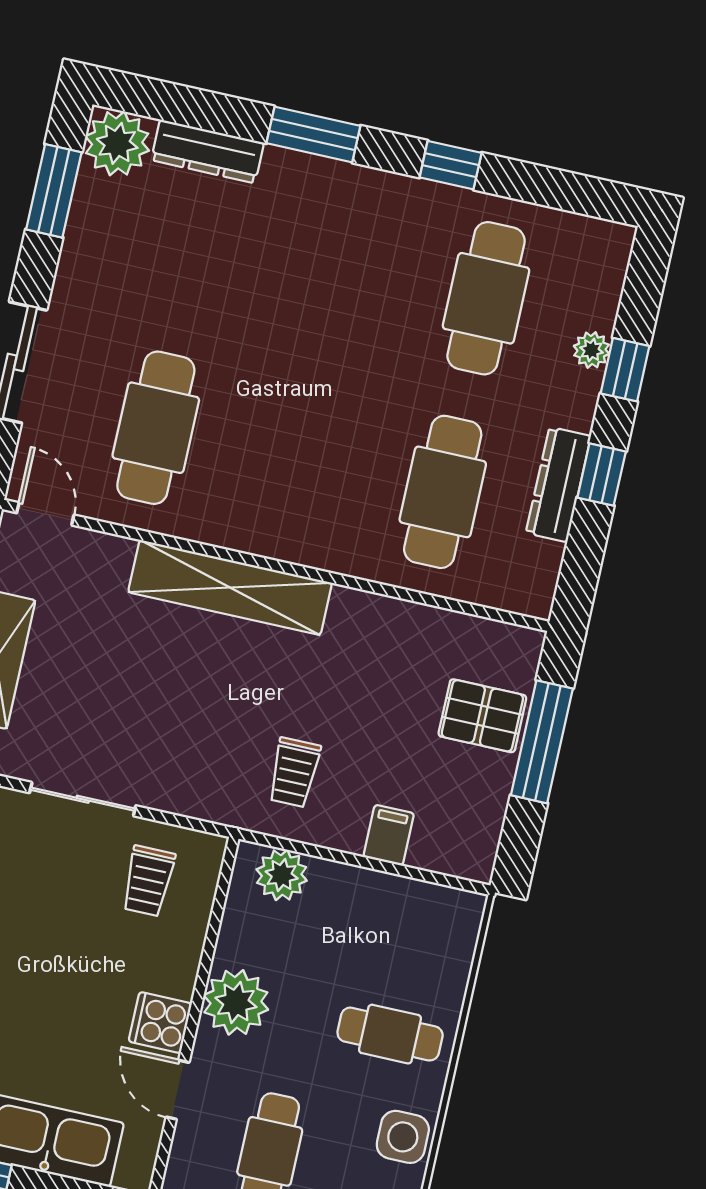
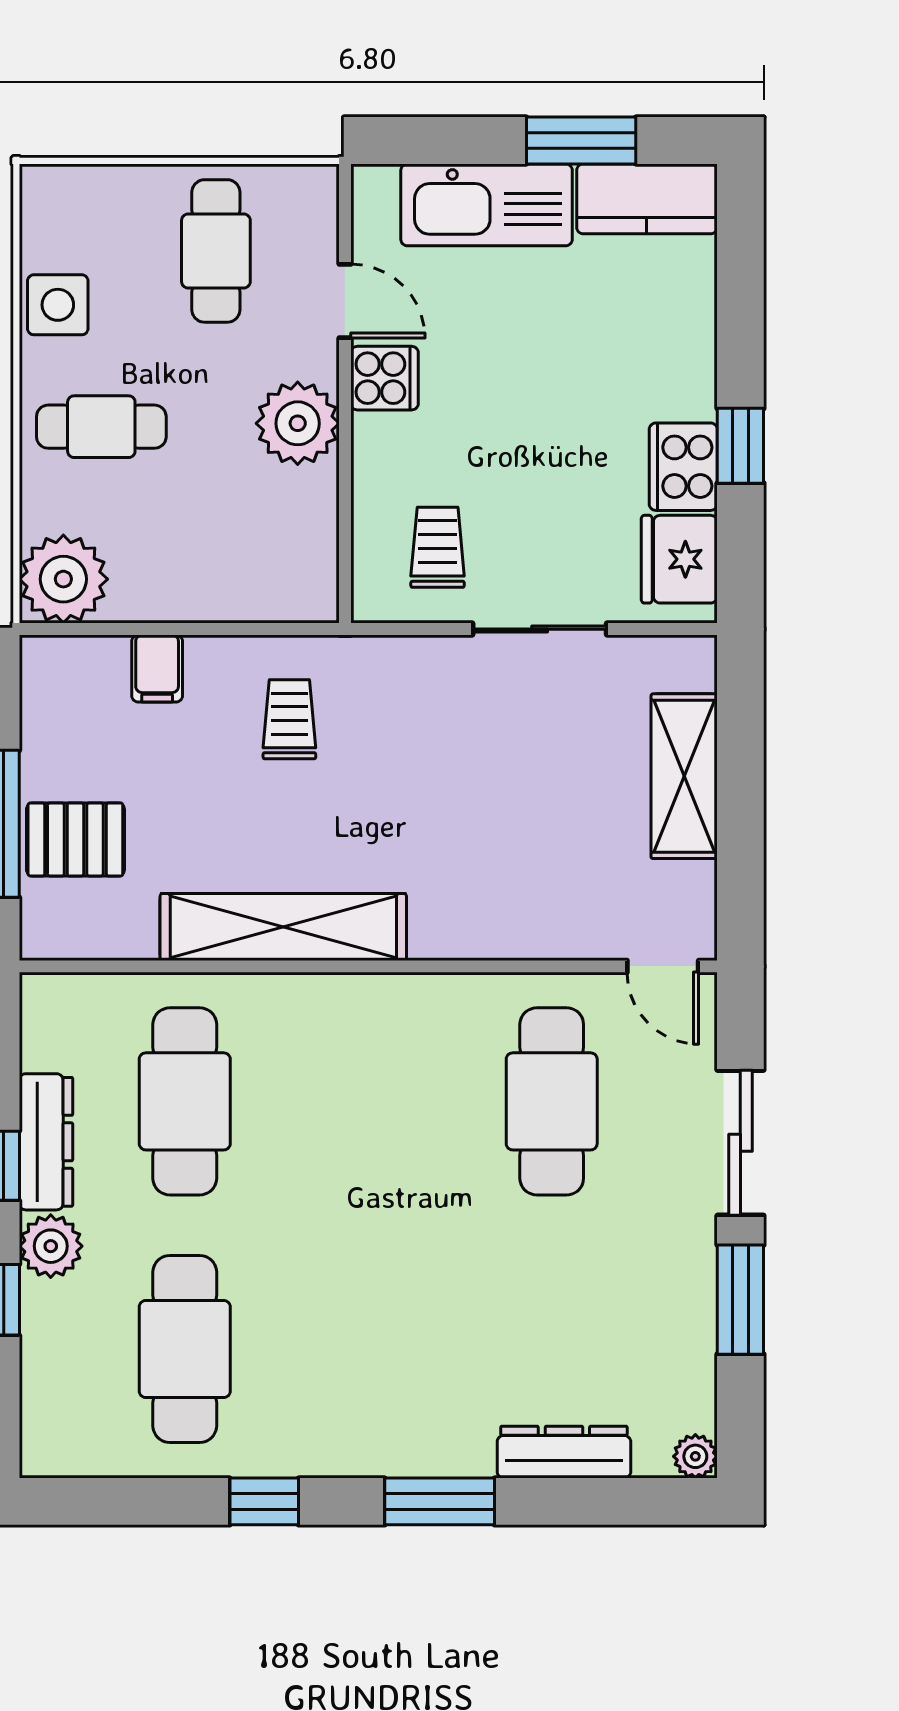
plant: (117, 143) -> (695, 1456), width x0.53, depth x0.53
window: (54, 191) -> (740, 1300), moved
plant: (592, 350) -> (51, 1246), moved, width x1.38, depth x1.38
shelving: (230, 588) -> (283, 927), moved
plant: (282, 875) -> (63, 579), moved, width x1.36, depth x1.36

